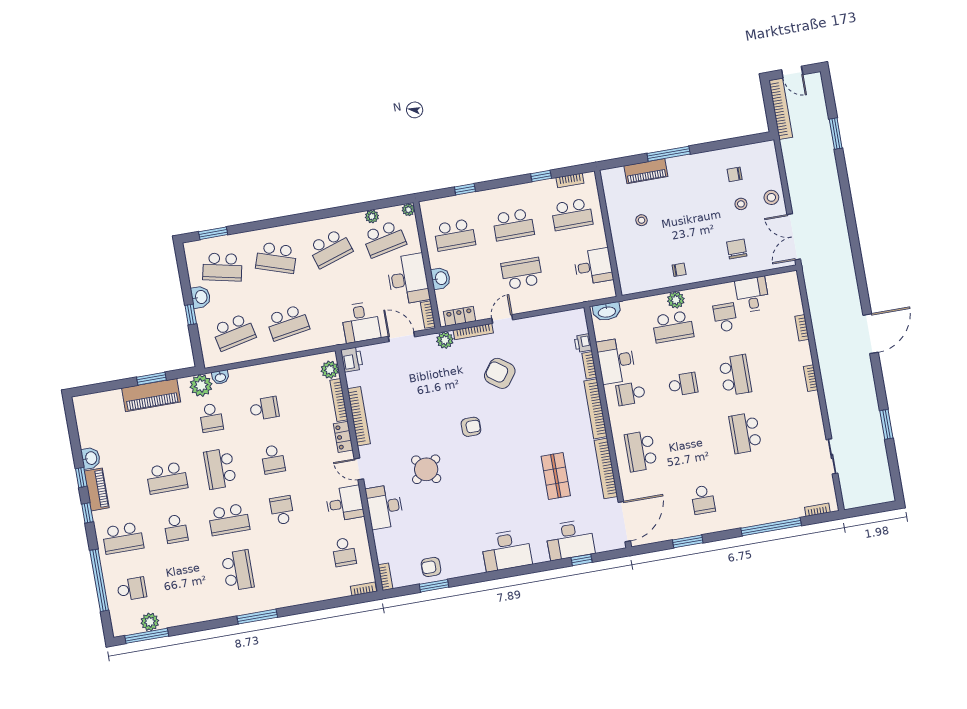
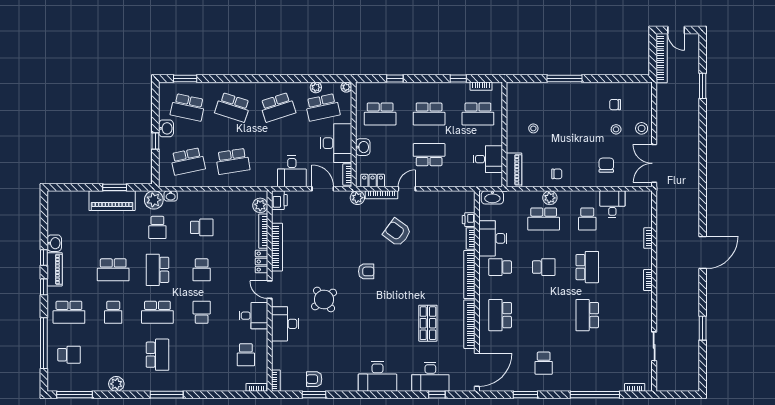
piano: (646, 171) -> (514, 170), moved, turned -90
school desk: (725, 318) -> (587, 219), turned 180
plant: (150, 622) -> (116, 384), moved

